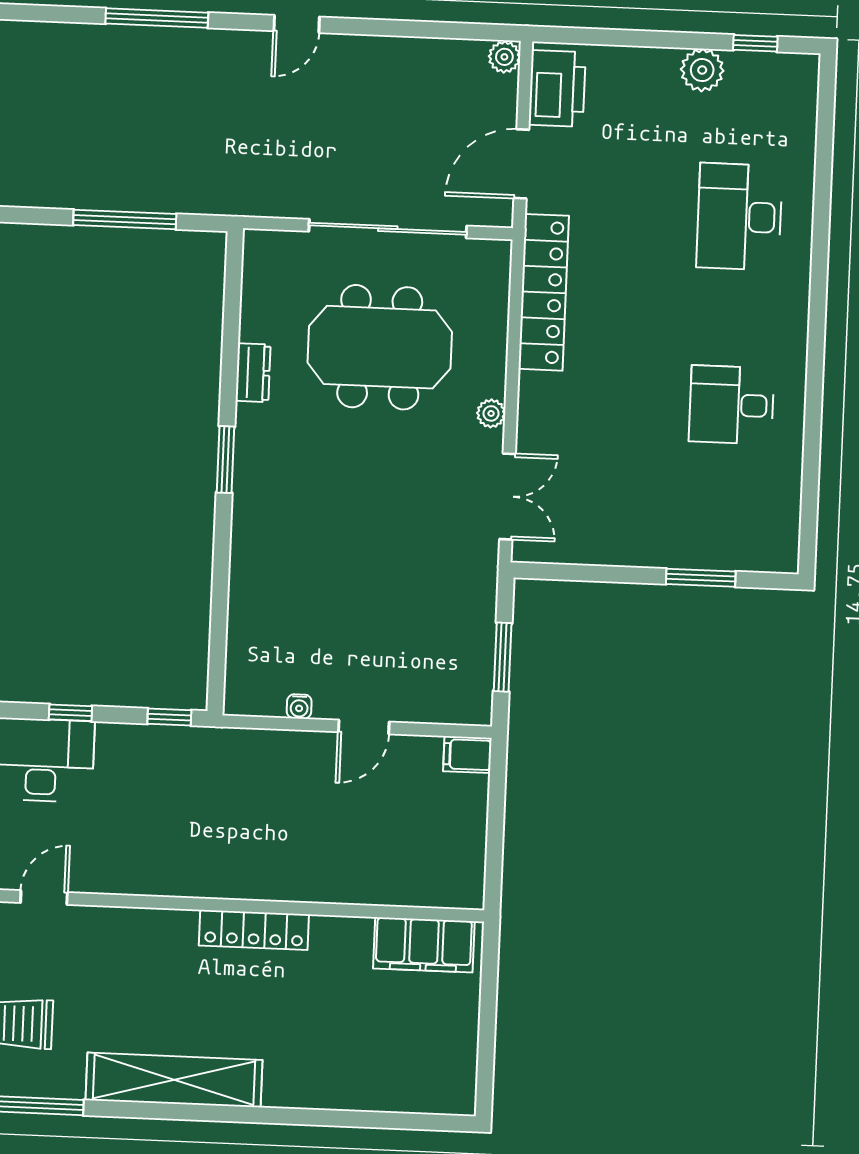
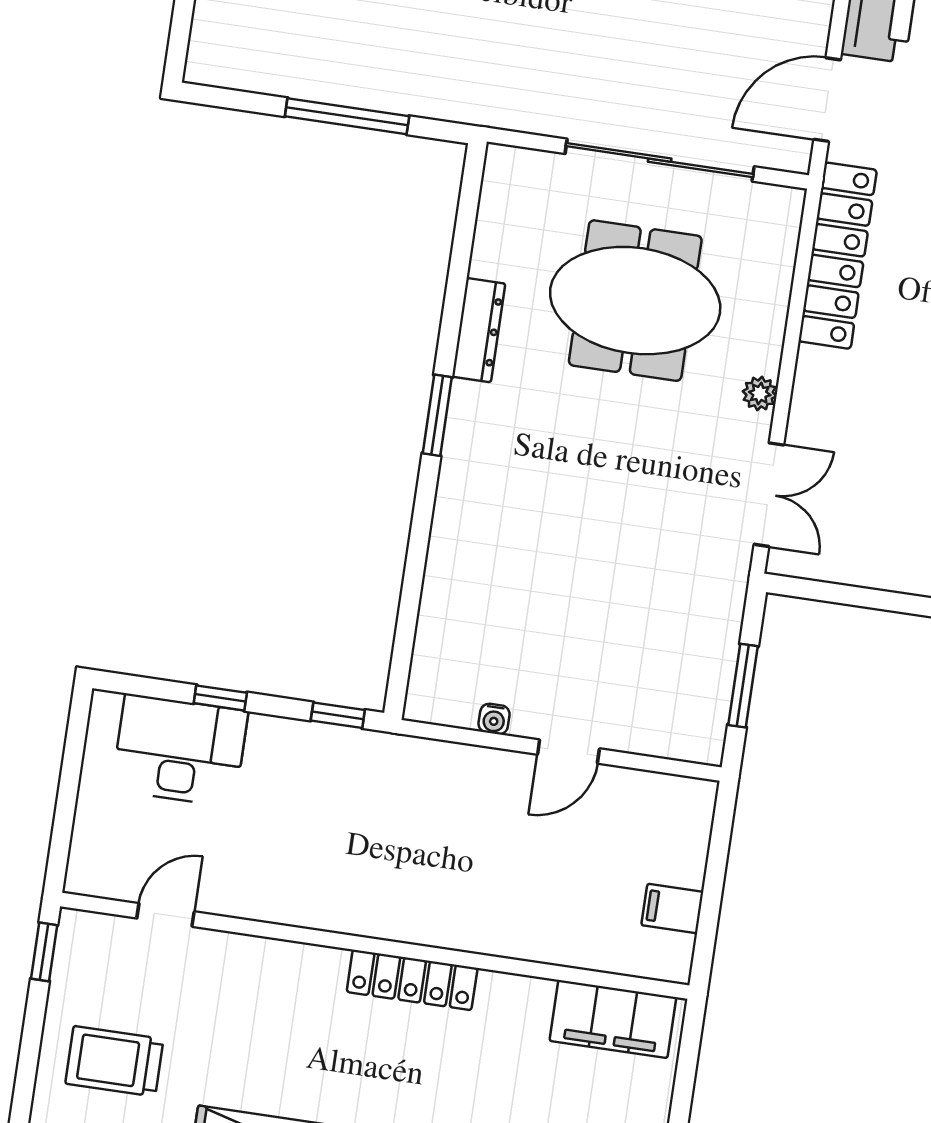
dresser: (253, 373) -> (479, 330), width x1.44
filing cabinet: (467, 755) -> (672, 909), moved

